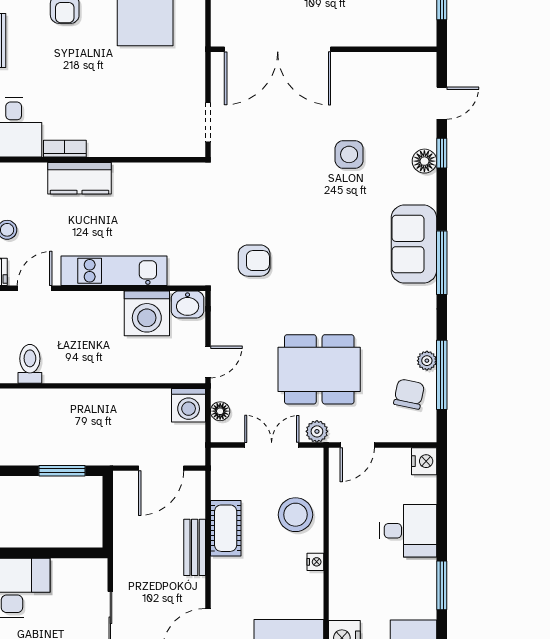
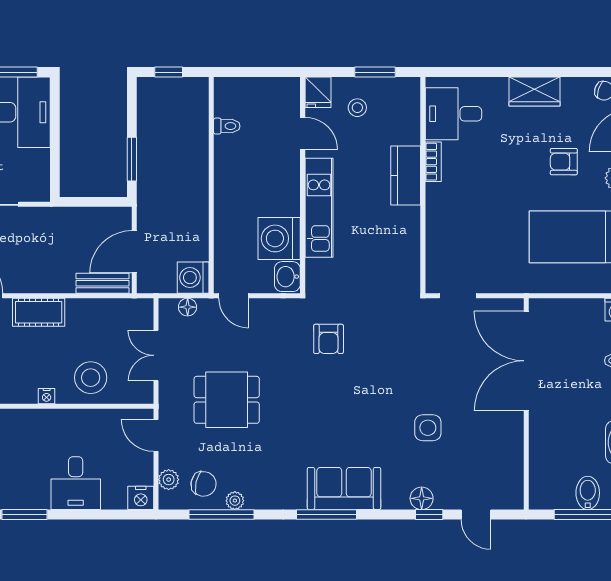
toilet: (30, 364) -> (227, 126), width x0.73, depth x0.72
dining table: (319, 369) -> (227, 400), width x0.73
plant: (317, 431) -> (169, 480), moved
double door: (272, 445) -> (156, 355), swing flipped
door: (161, 468) -> (134, 252), hinge flipped
cot: (226, 528) -> (39, 312), moved
bench: (195, 547) -> (103, 283), moved

